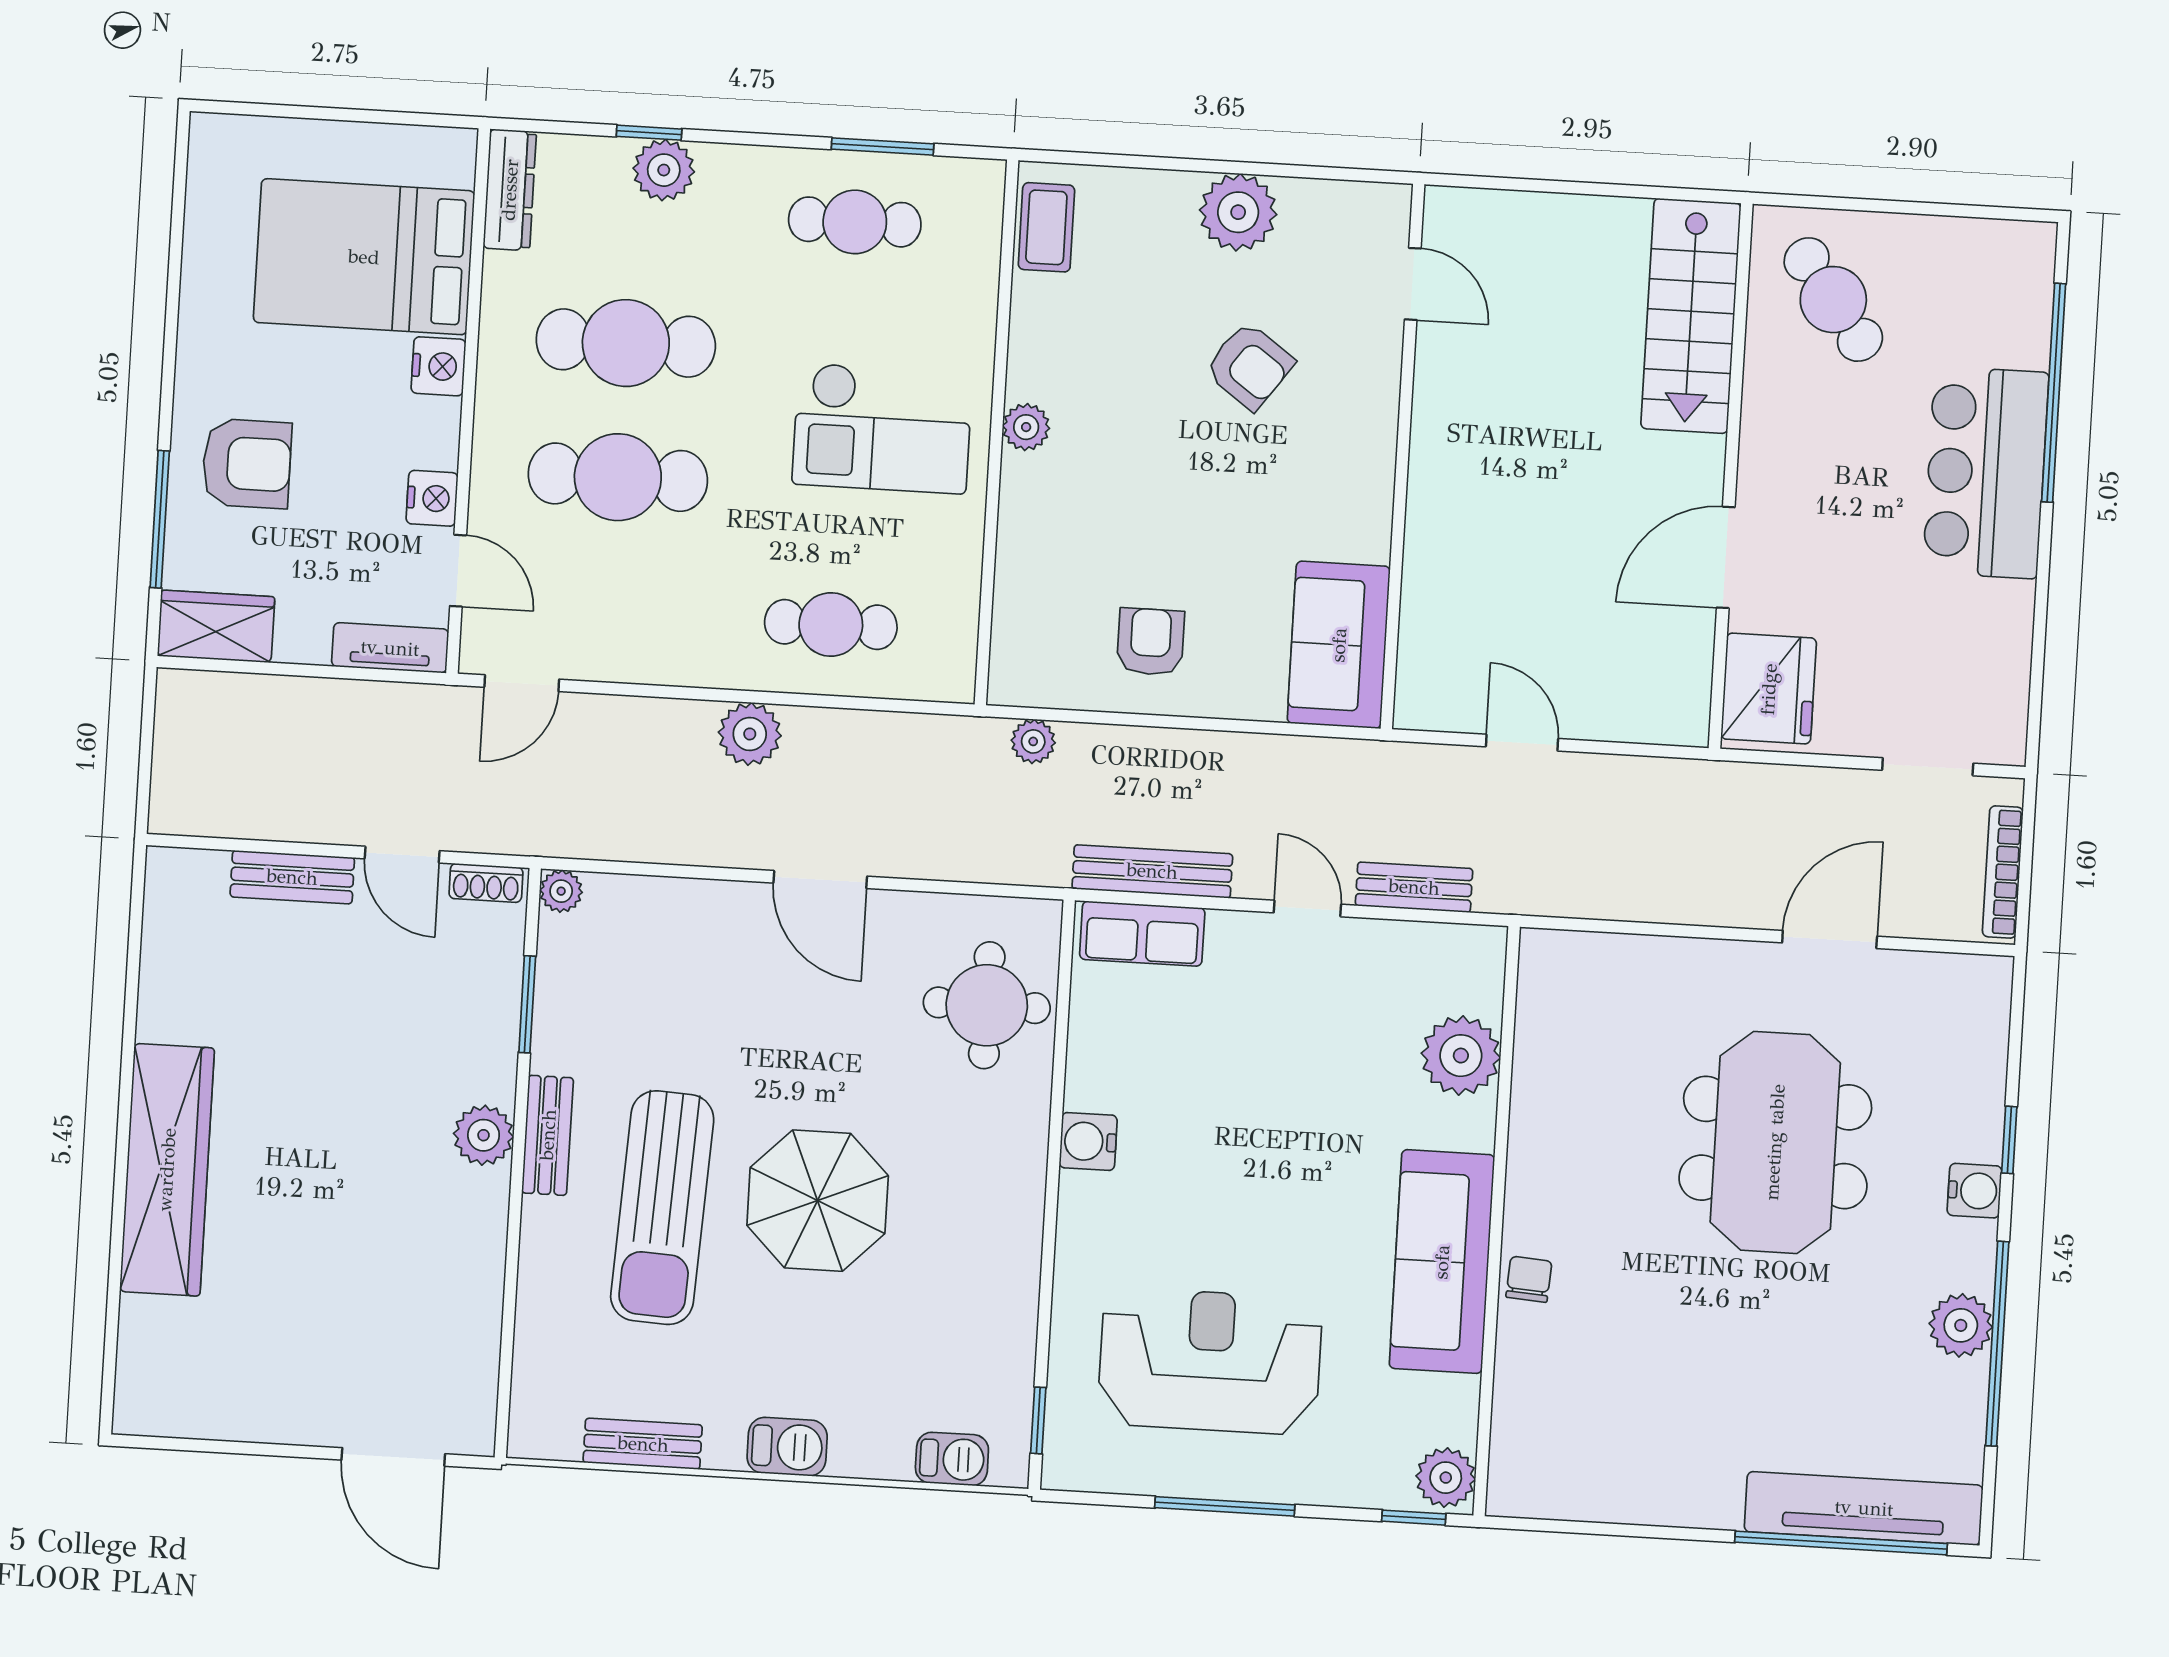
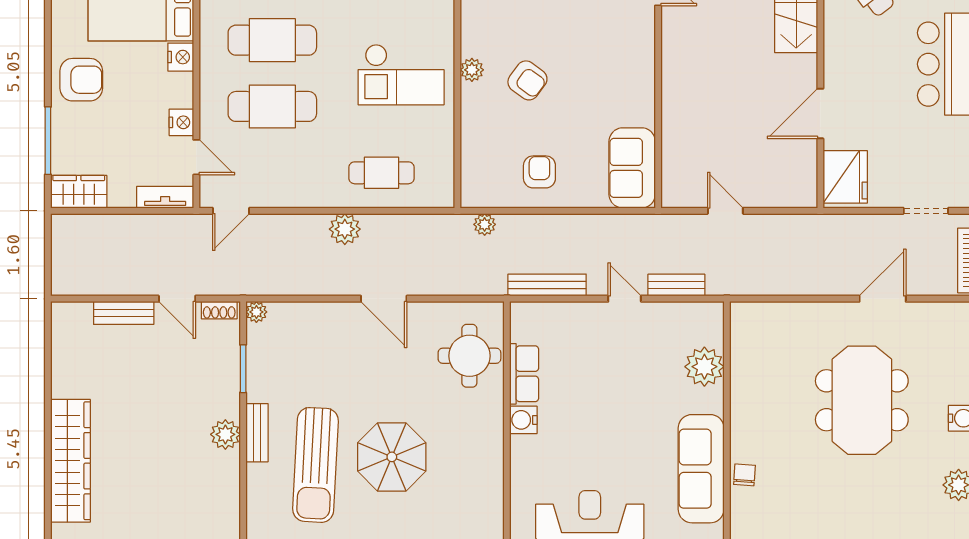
armchair: (1250, 366) -> (527, 80), moved
armchair: (247, 464) -> (81, 80), moved
row of seats: (1142, 934) -> (524, 374), moved, turned -90

